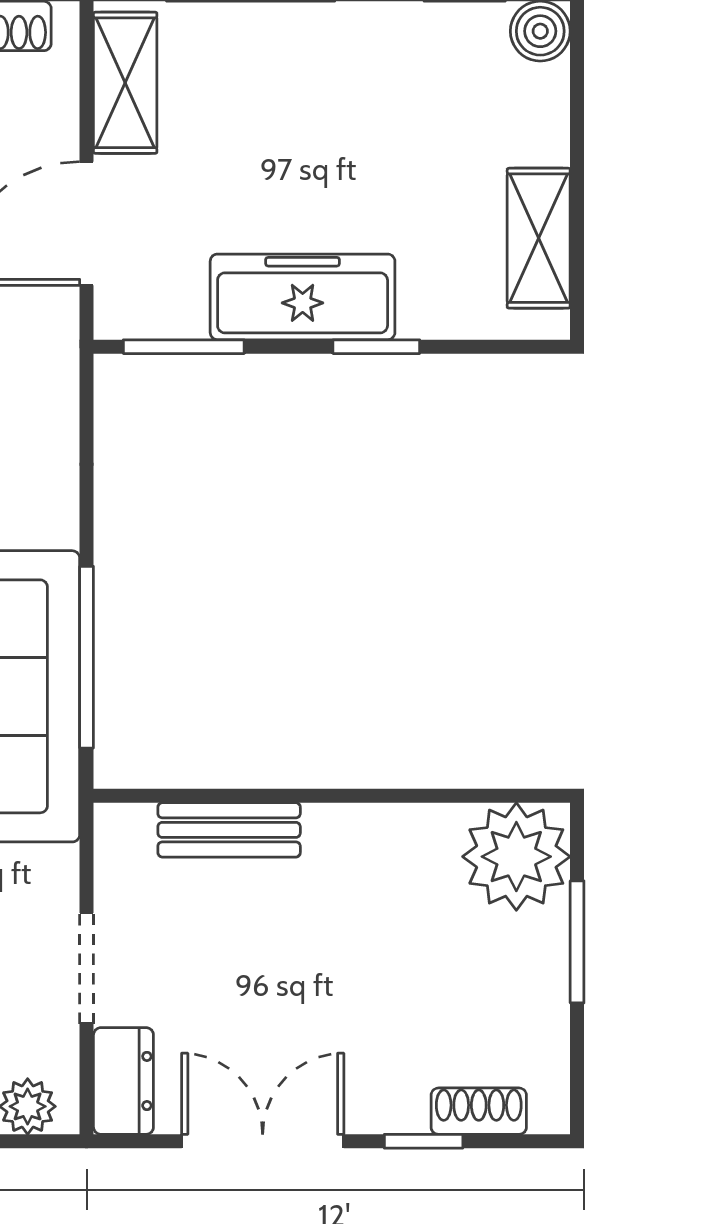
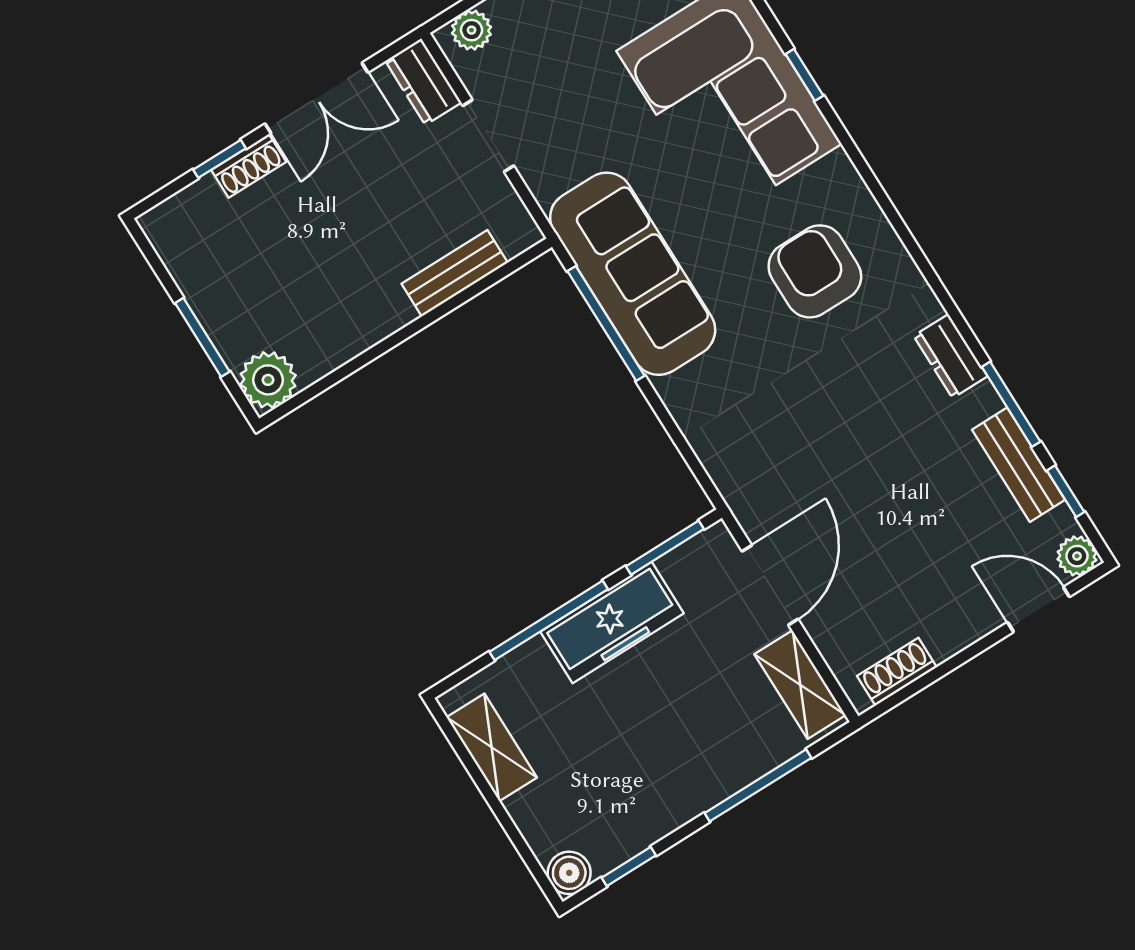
window: (376, 347) -> (549, 620), width x2.17
plant: (516, 857) -> (268, 380), width x0.73, depth x0.73
shoe rack: (479, 1111) -> (249, 166), moved

